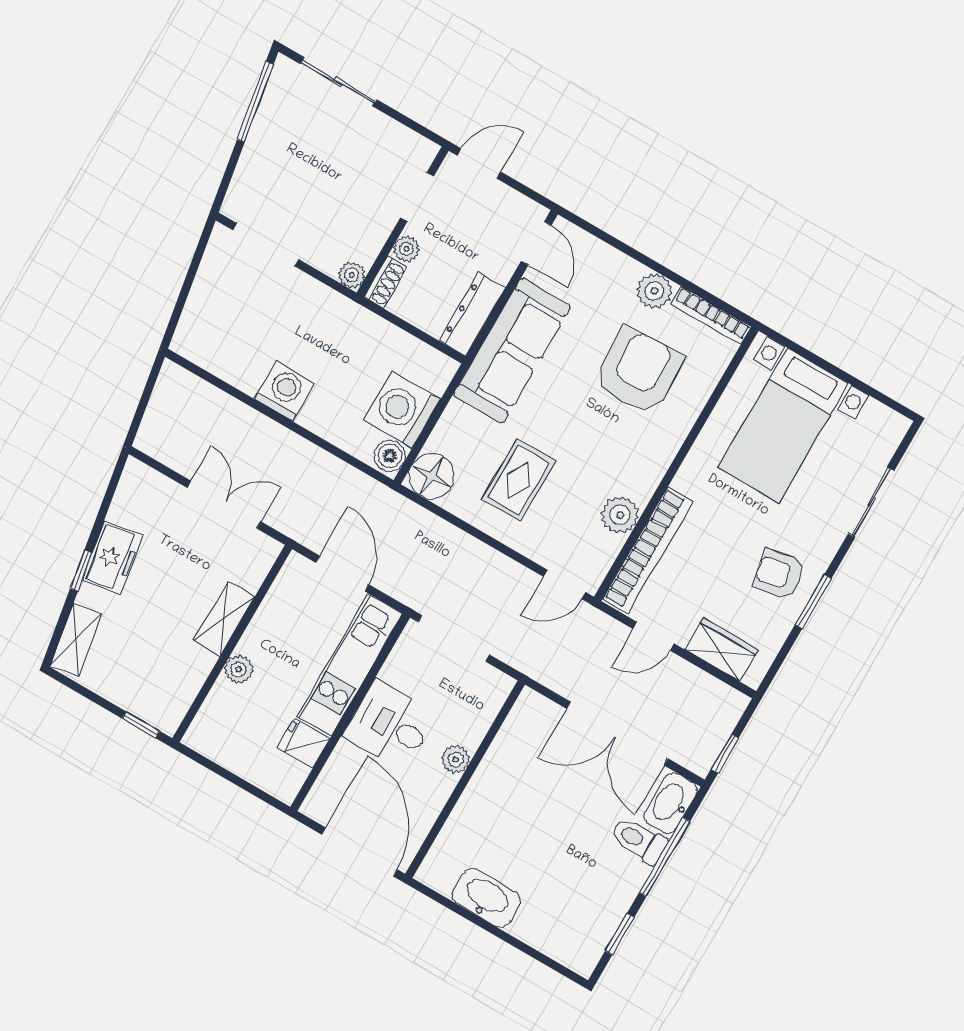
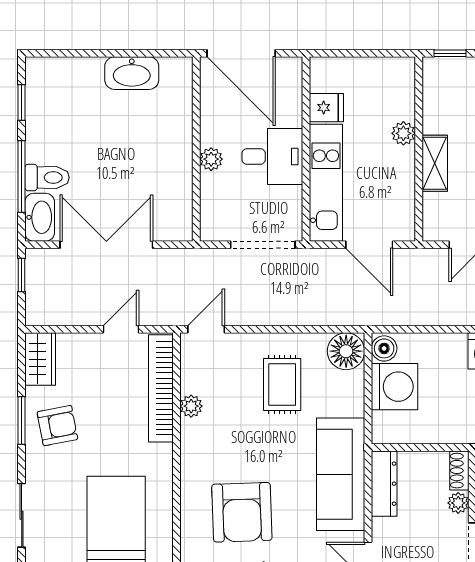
plant: (620, 515) -> (191, 406), width x0.73, depth x0.73
wardrobe: (721, 650) -> (40, 359), moved, turned -90

